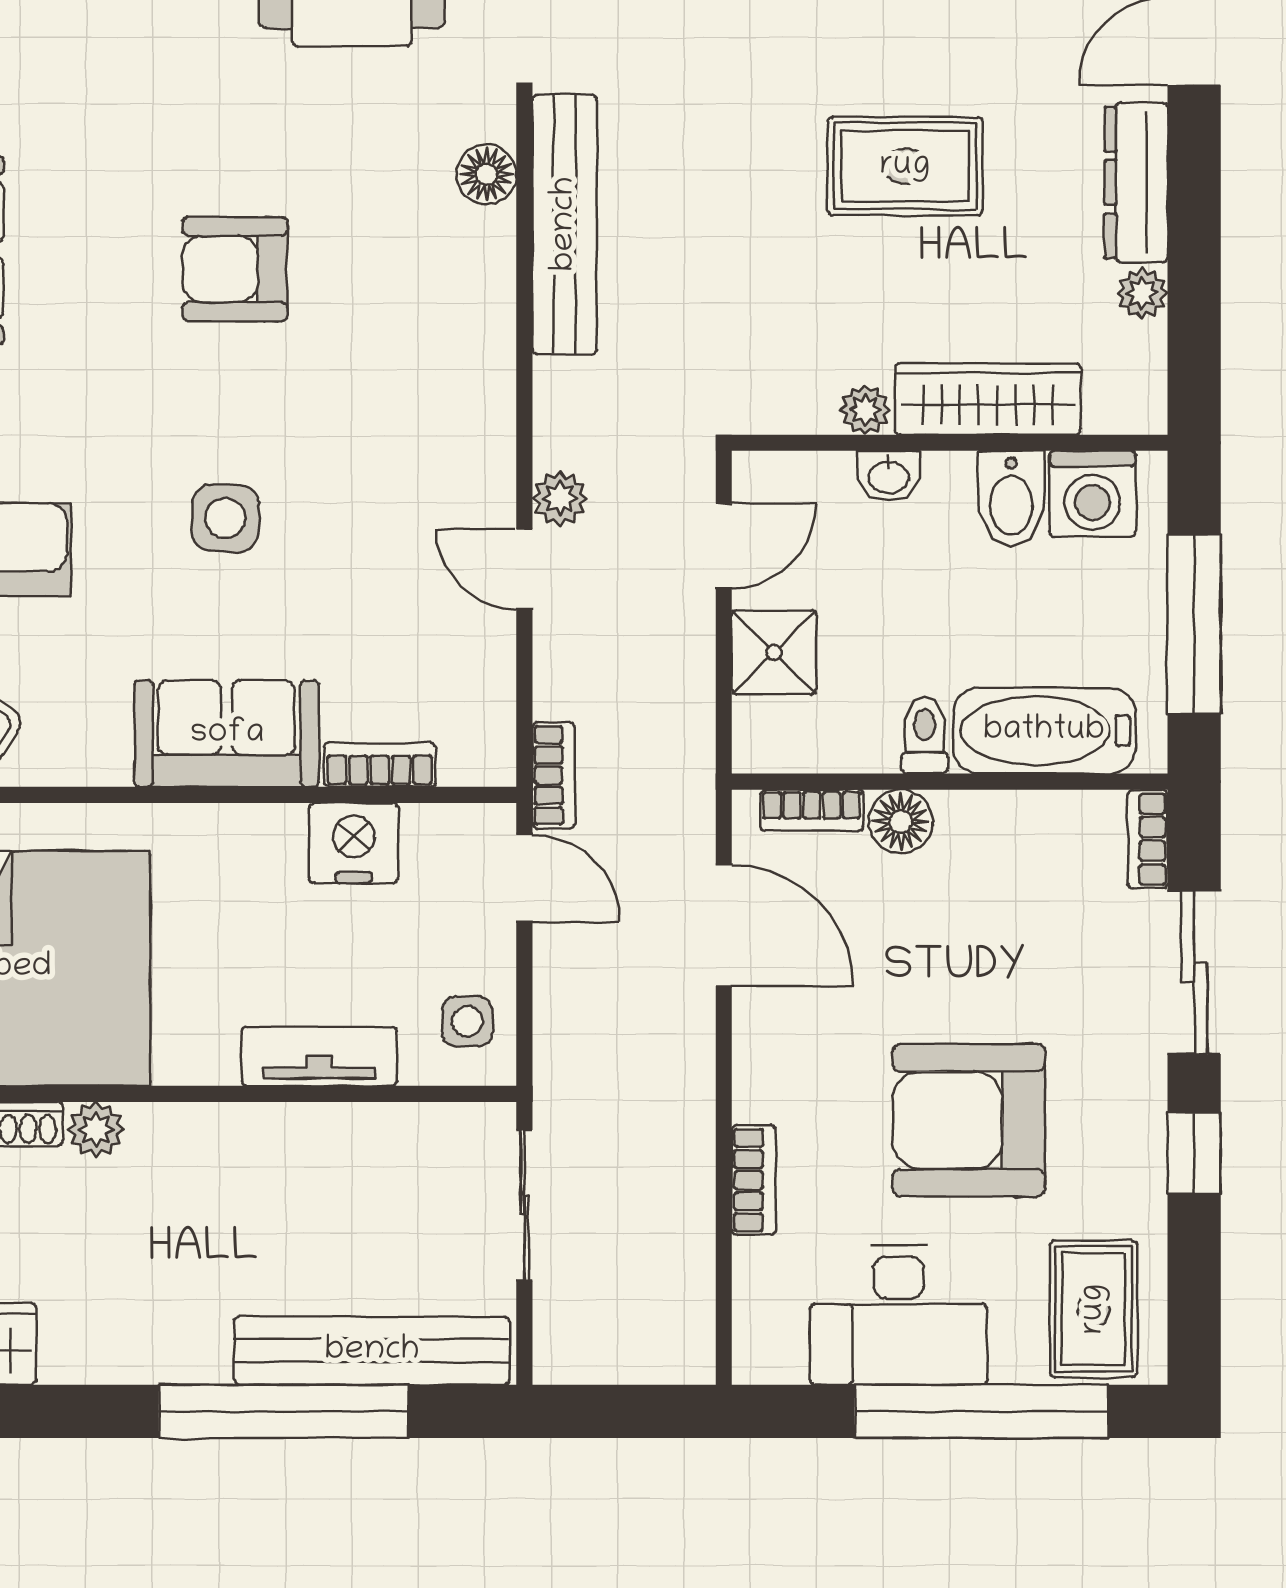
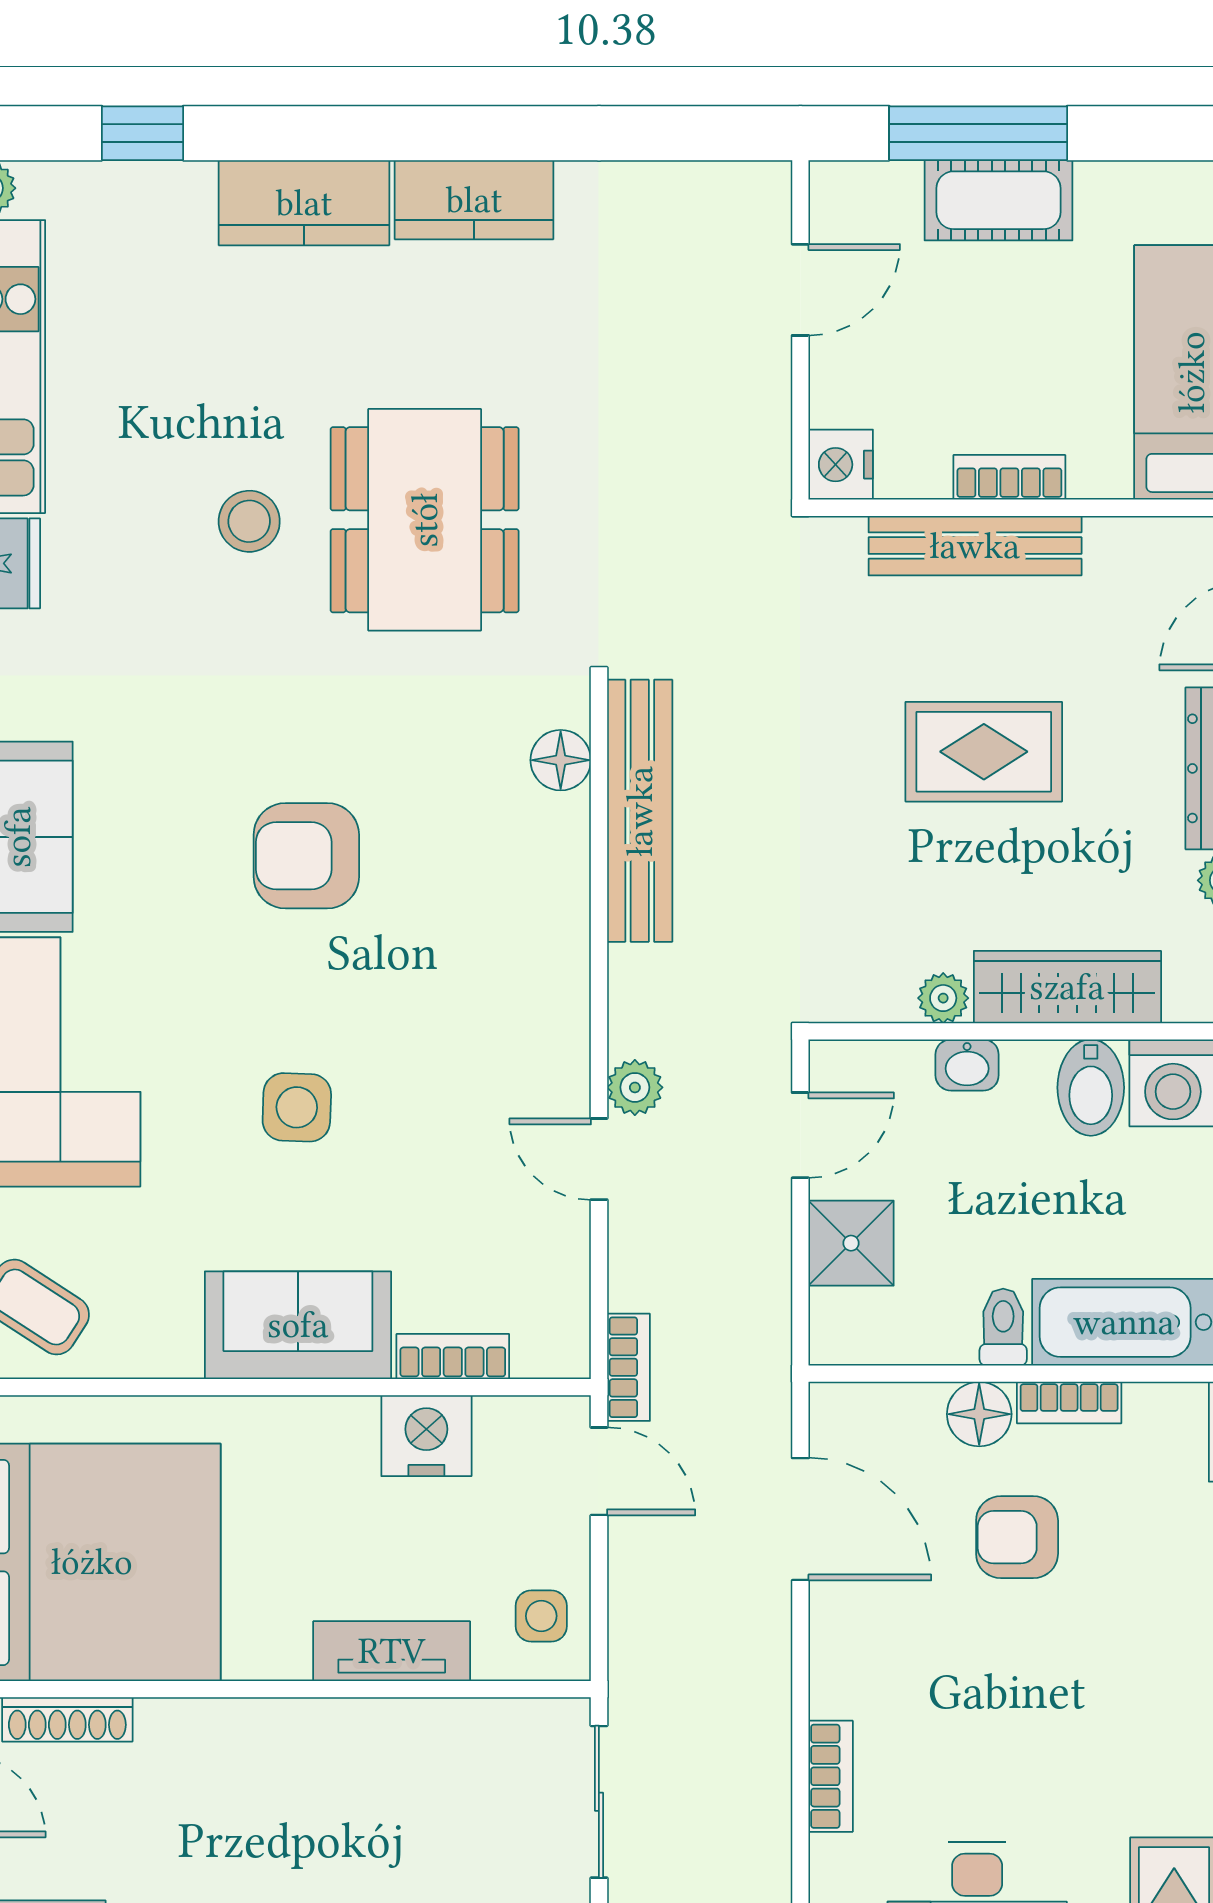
bookcase: (812, 810) -> (1069, 1403), moved
armchair: (969, 1120) -> (1017, 1537), moved, width x0.53, depth x0.53
plant: (96, 1130) -> (166, 1725), removed

